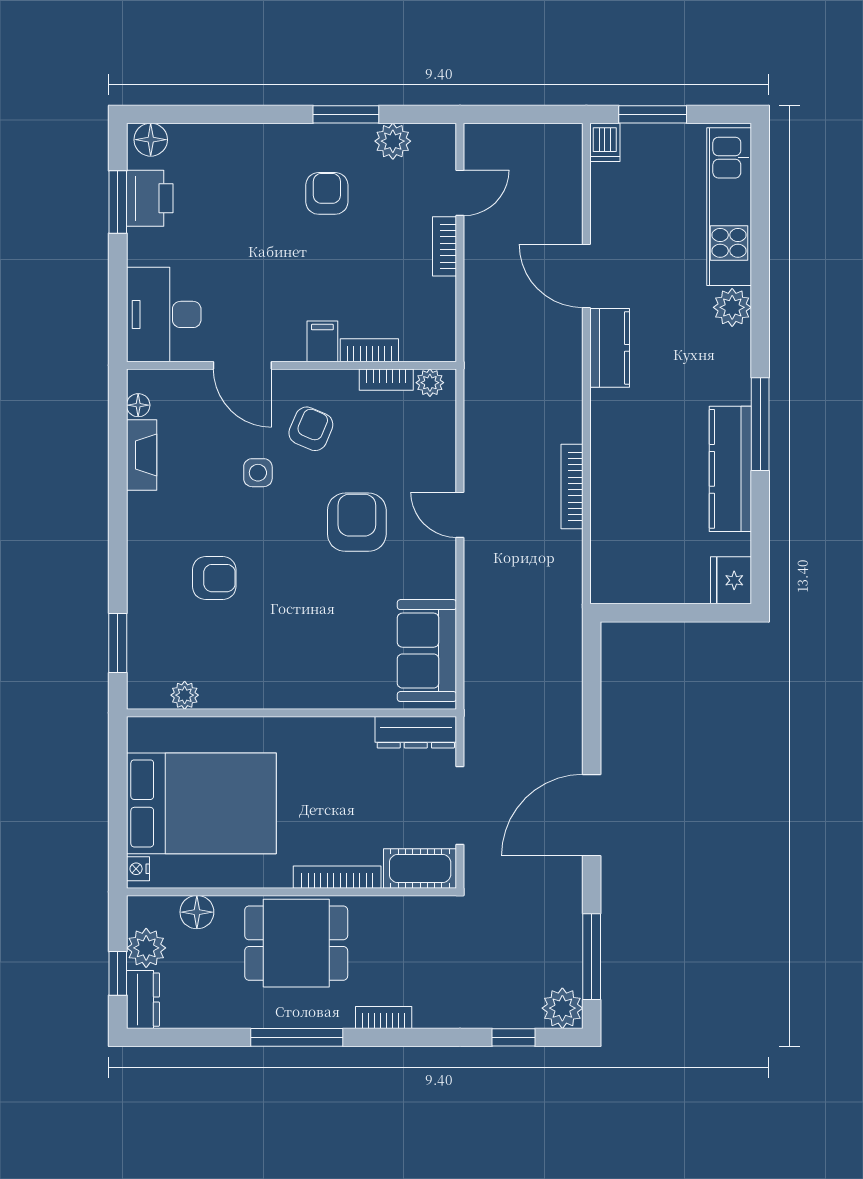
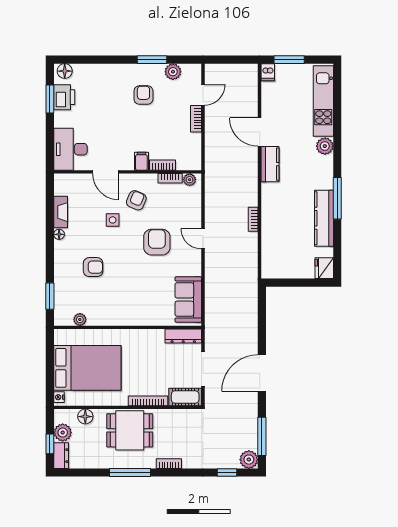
floor lamp: (138, 405) -> (59, 234), moved
bookcase: (572, 486) -> (253, 219), width x0.64

